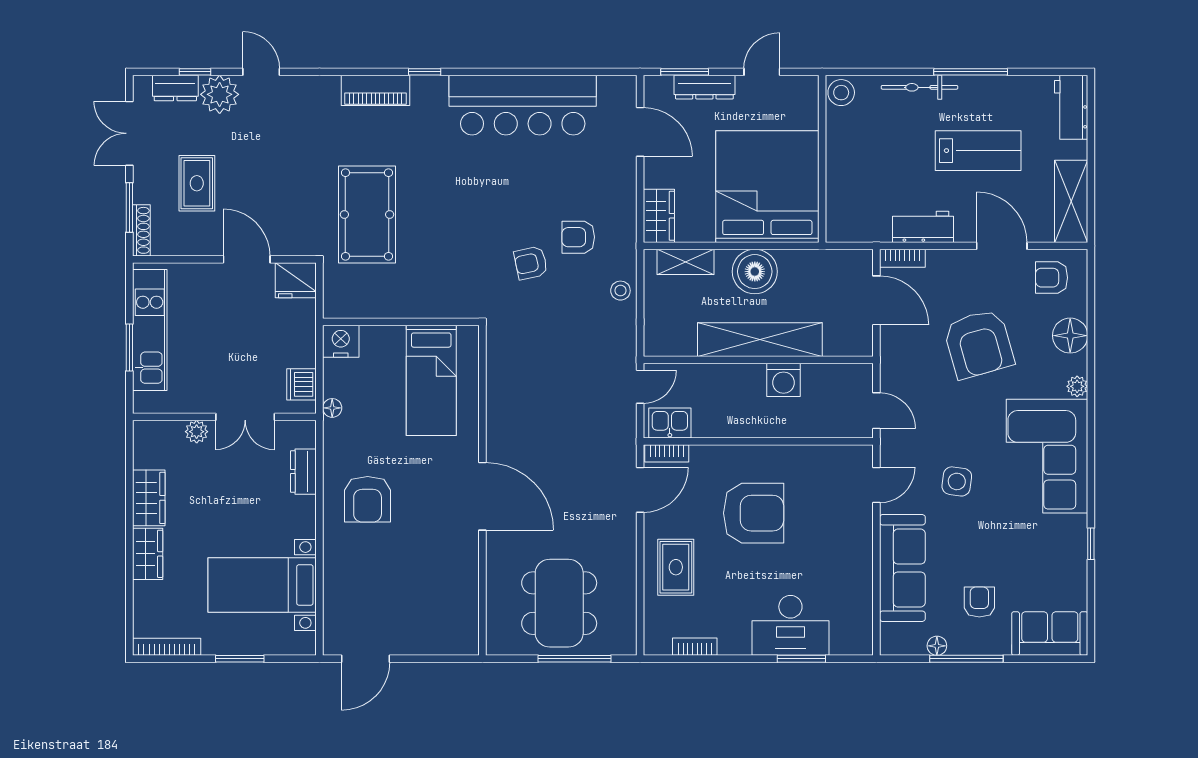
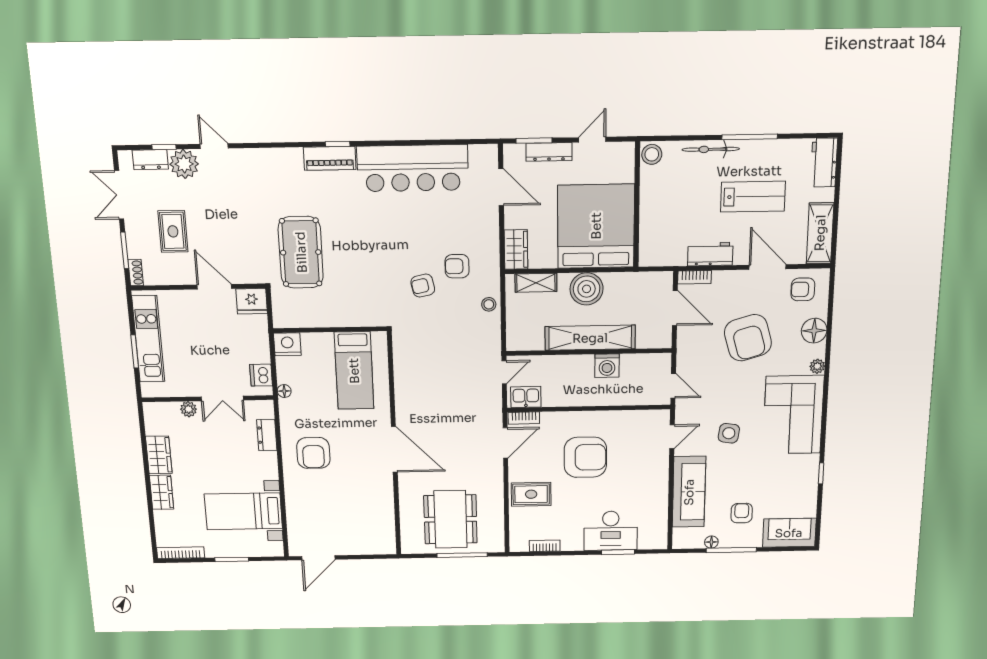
piano: (376, 90) -> (330, 158), moved
shoe rack: (141, 230) -> (136, 273), width x0.70
rug: (676, 567) -> (531, 494), turned 90

